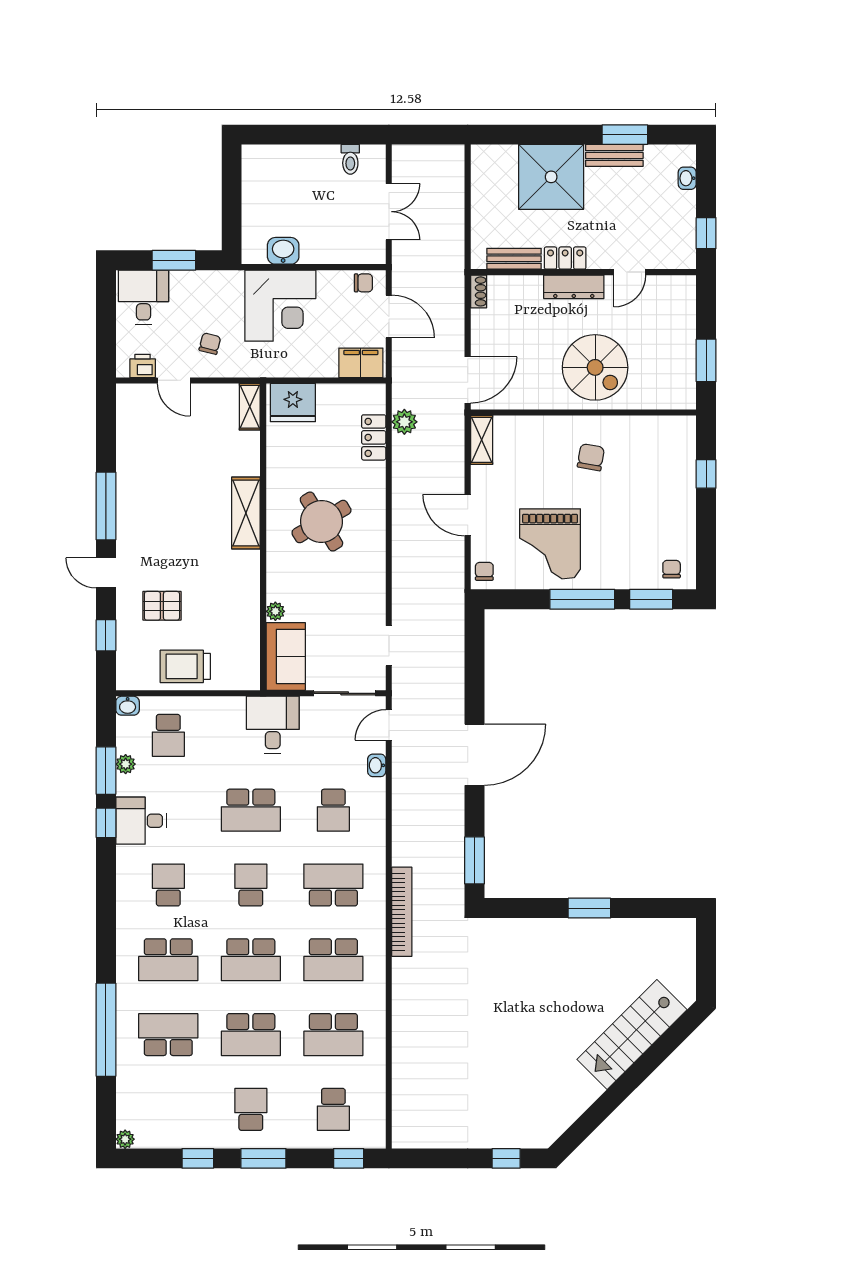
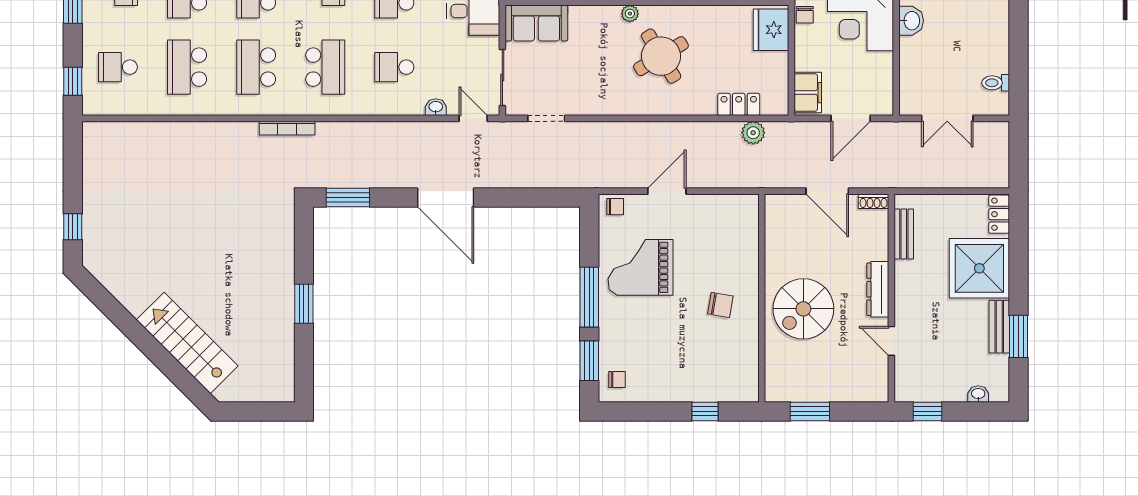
locker: (565, 258) -> (999, 214), moved, turned 180
chair: (363, 283) -> (805, 15), moved
door: (468, 380) -> (827, 191), moved
shelving: (482, 440) -> (736, 204), removed
plant: (275, 611) -> (630, 14), moved
bookcase: (402, 912) -> (287, 128), width x0.68, depth x0.76

